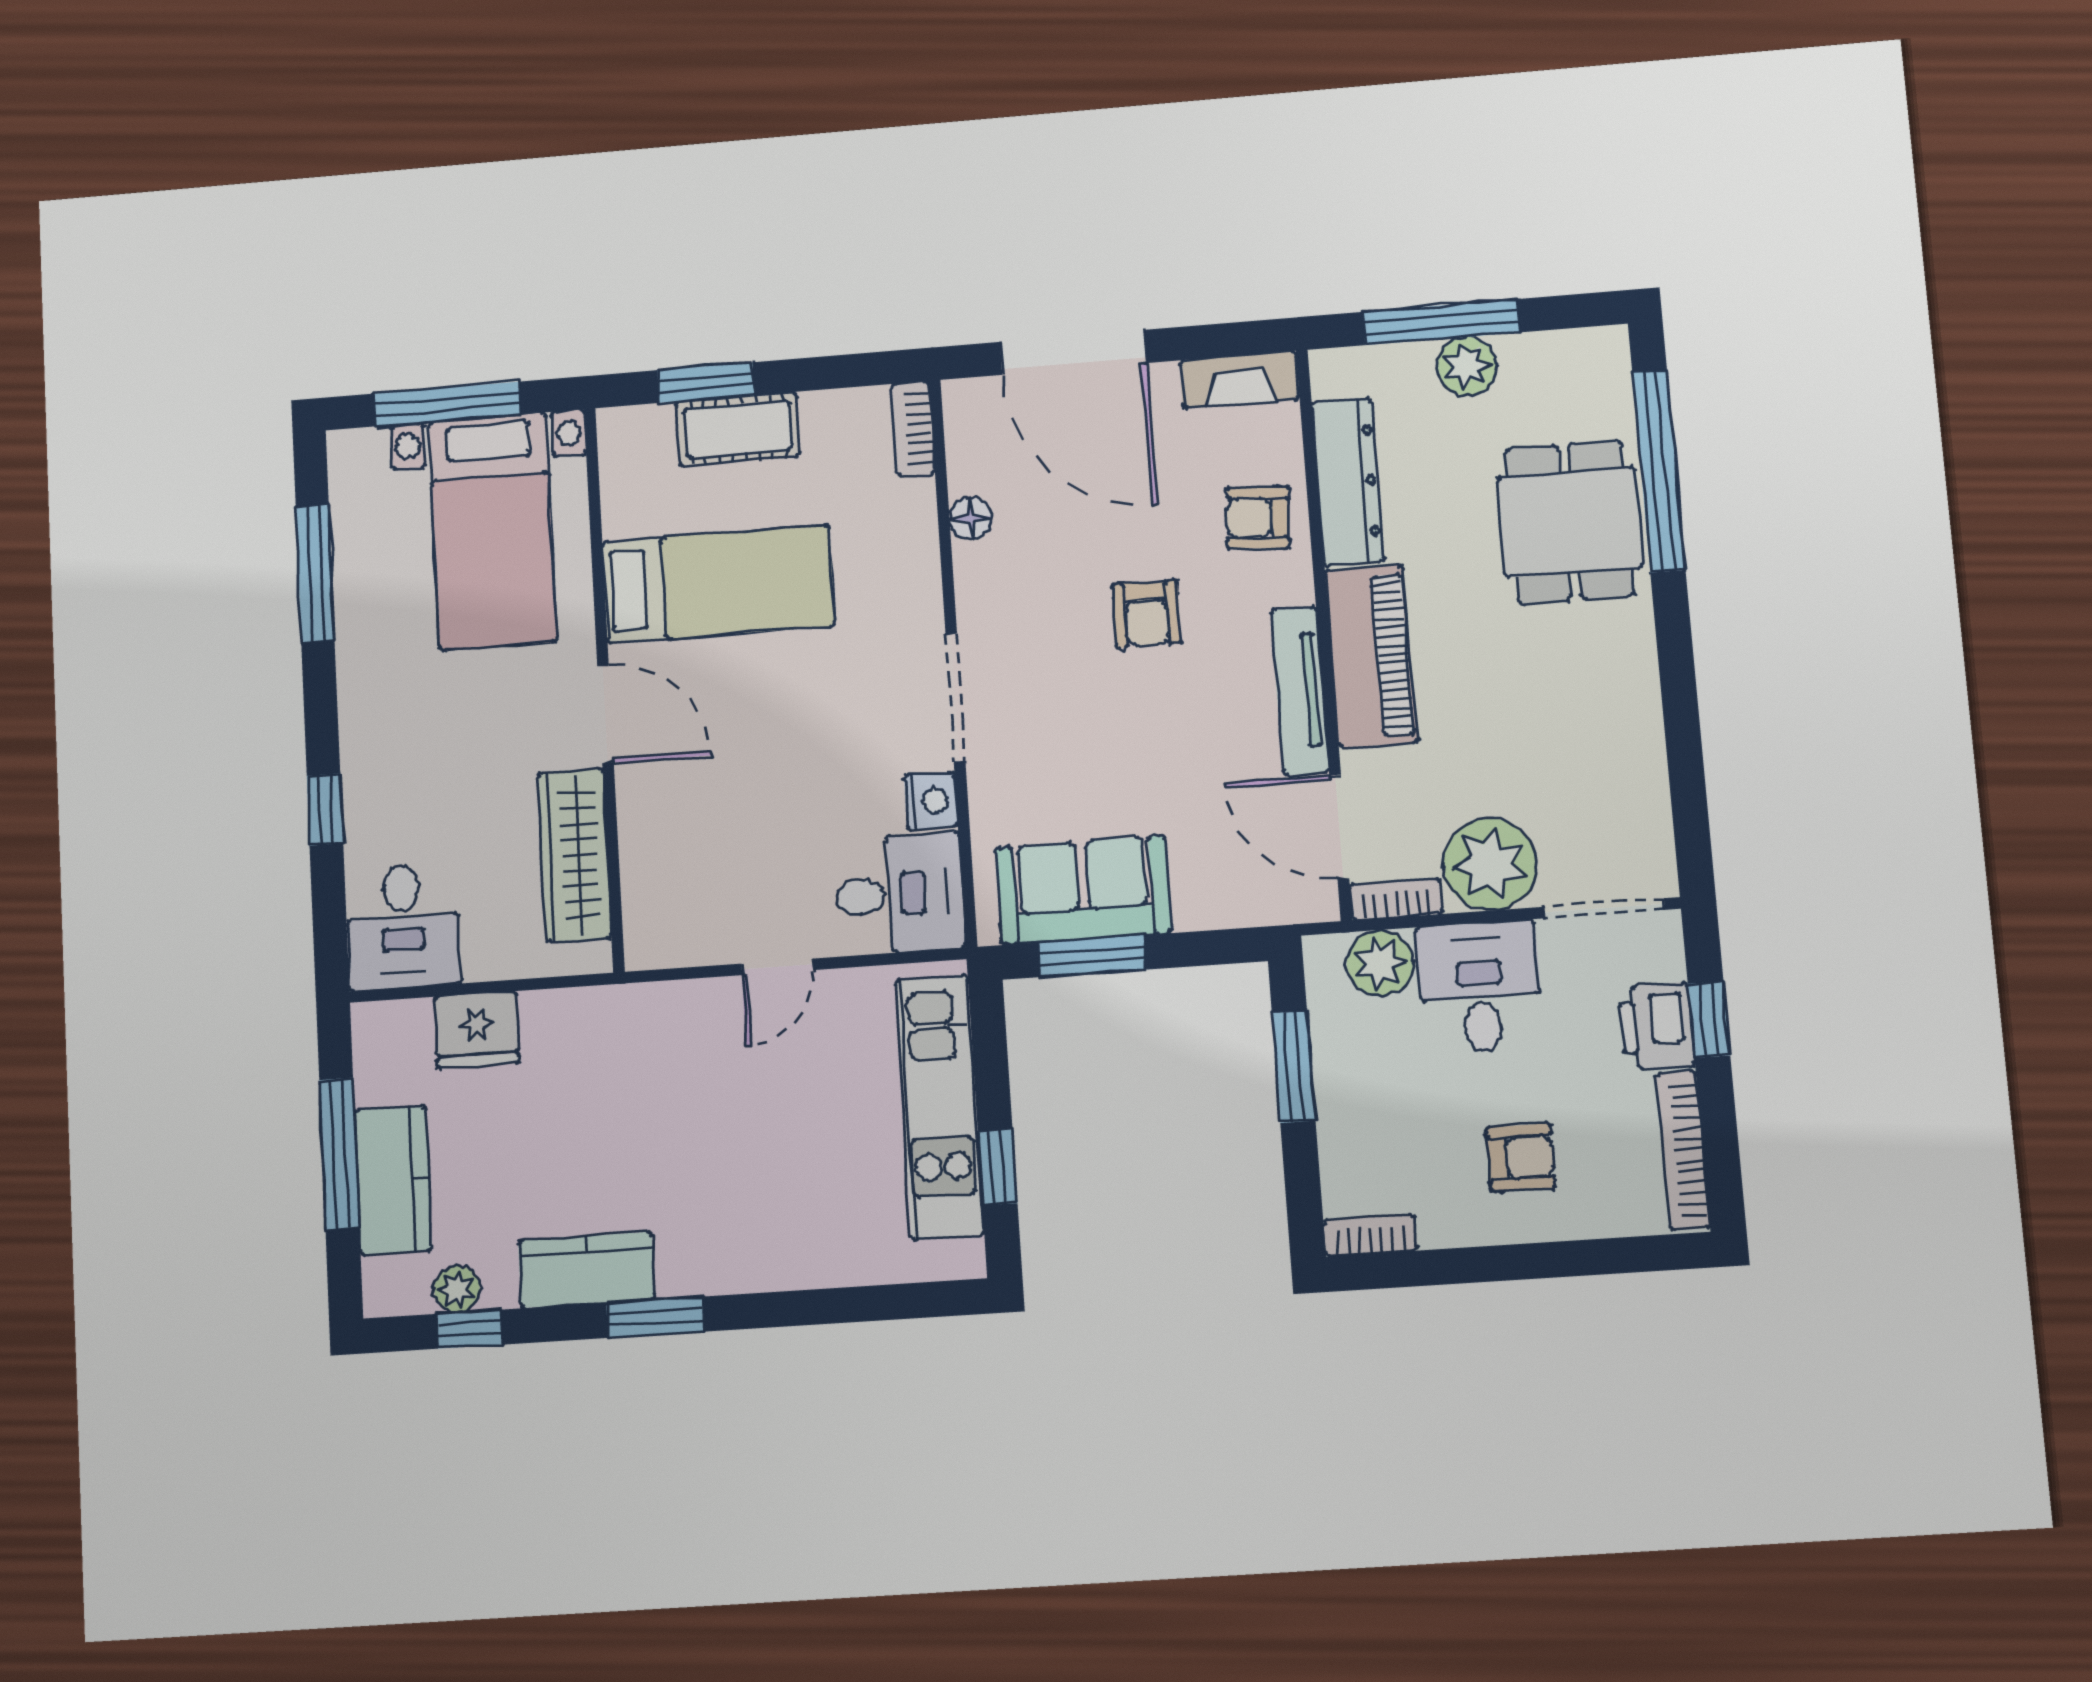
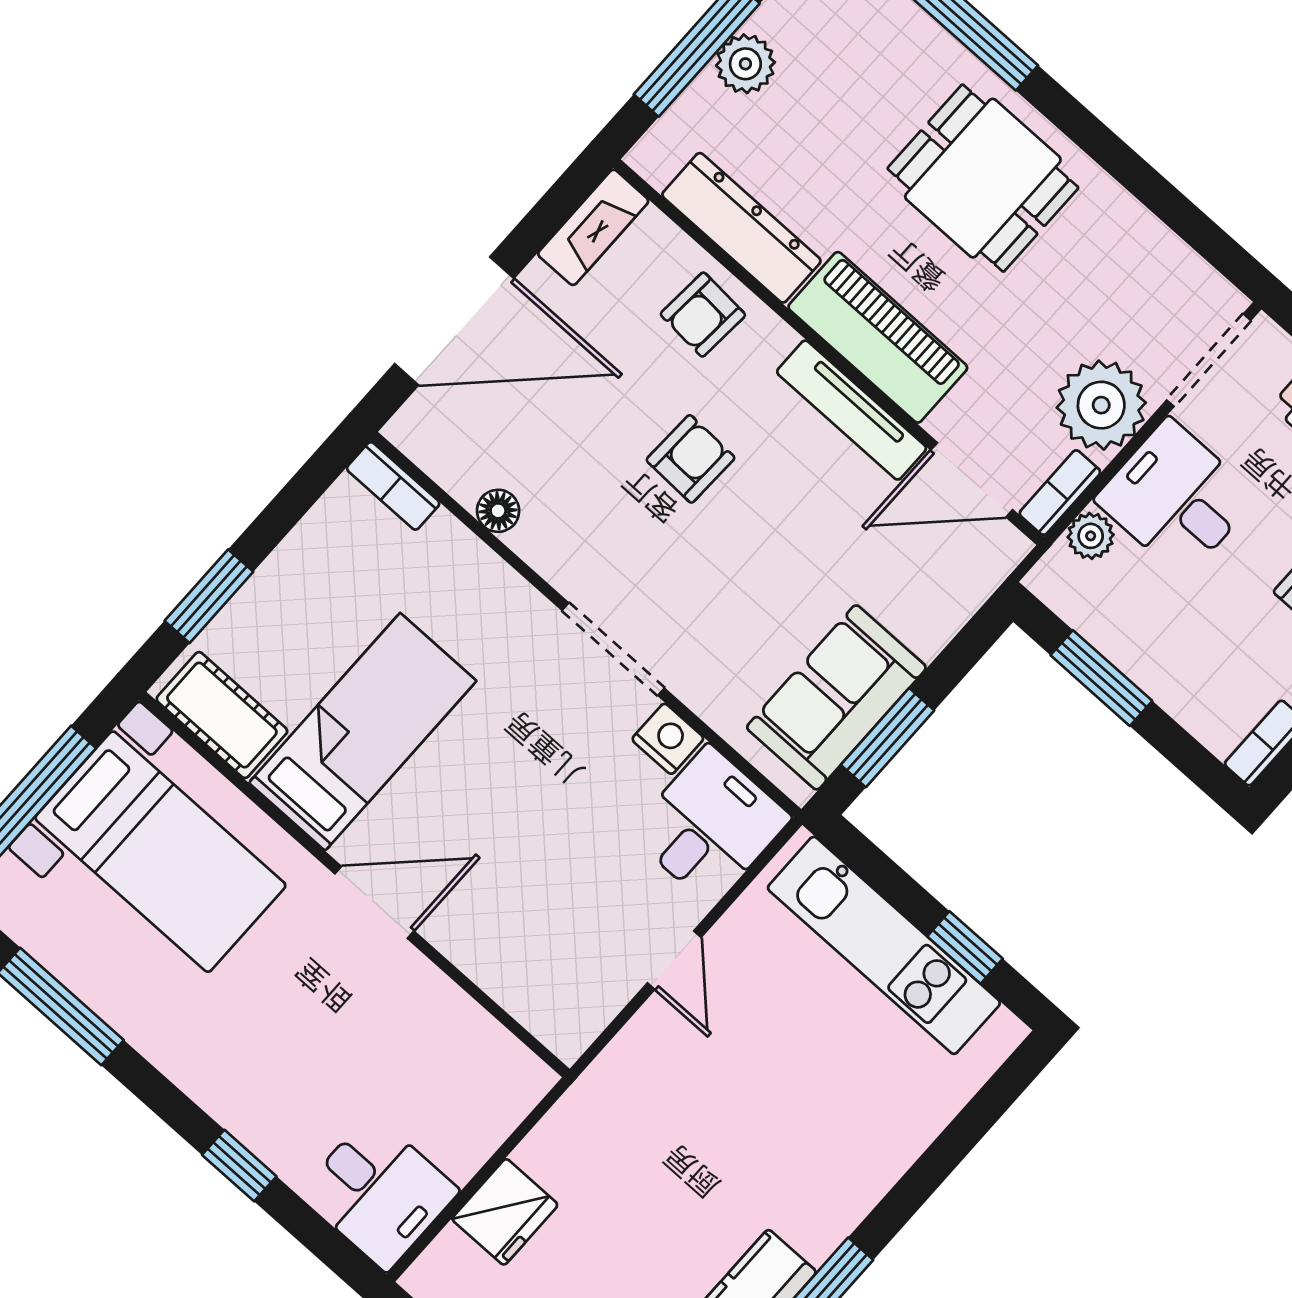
cot: (738, 429) -> (222, 715), moved, turned 90
dining table: (1570, 522) -> (983, 178), moved
armchair: (1147, 614) -> (691, 459), turned -88
wardrobe: (574, 855) -> (452, 1023), removed
plant: (1380, 963) -> (1091, 536), width x0.73, depth x0.73

